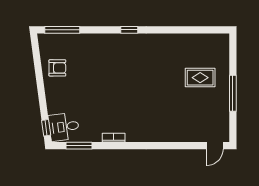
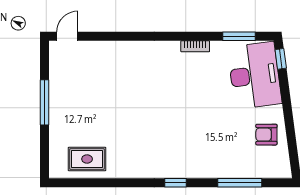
window: (62, 30) -> (240, 183), moved
rug: (200, 78) -> (87, 159), moved
desk: (64, 127) -> (255, 75), width x1.87, depth x1.30

